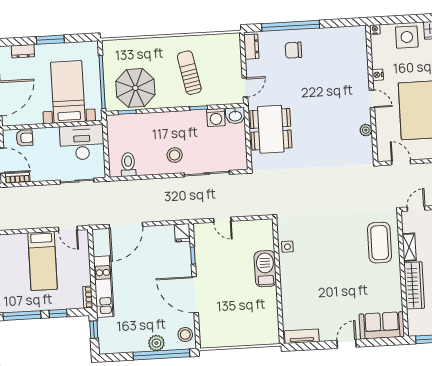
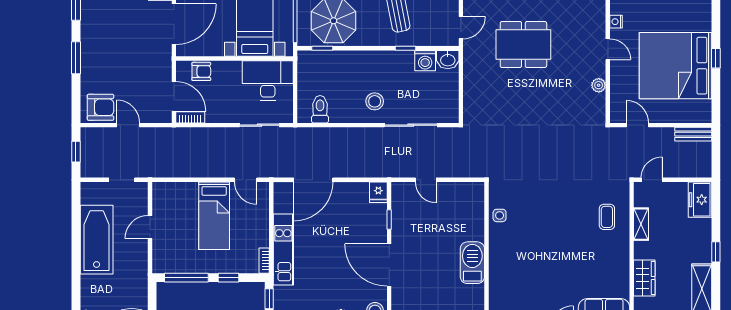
dining table: (271, 129) -> (523, 45), moved, turned 90
coffee table: (380, 243) -> (607, 217), width x0.54, depth x0.58
barbecue: (265, 269) -> (472, 263), moved
wardrobe: (414, 285) -> (644, 278), width x0.67

